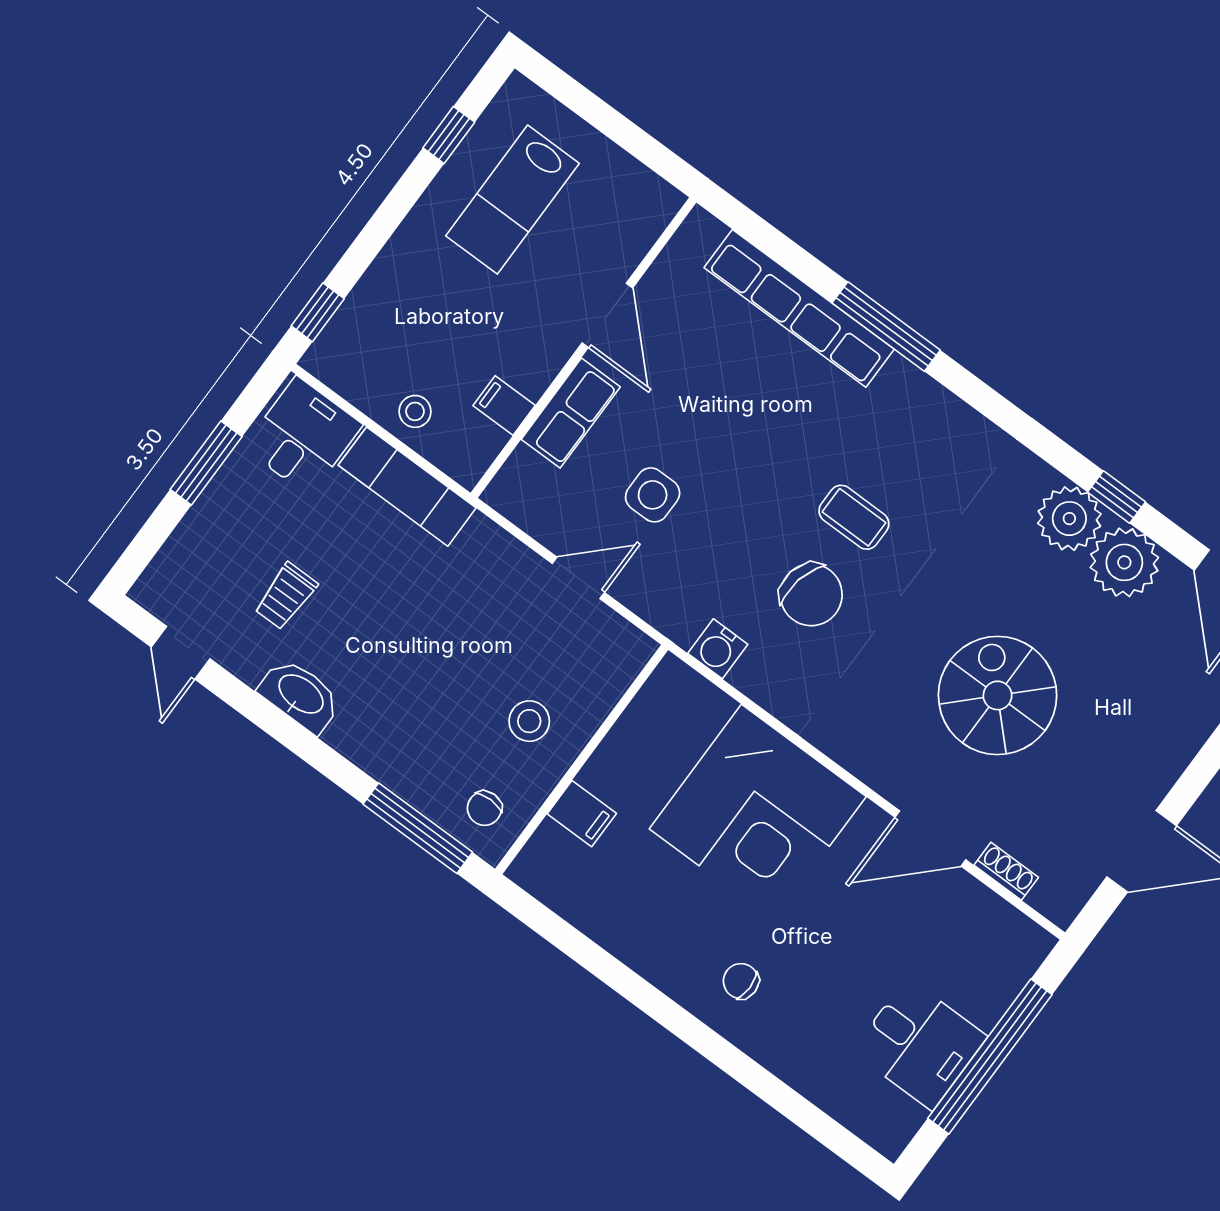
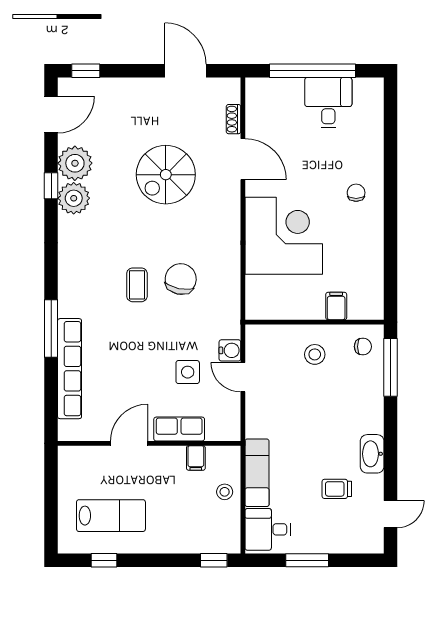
trolley: (286, 596) -> (337, 489), turned 180
water cooler: (718, 649) -> (230, 350), moved
chair: (741, 981) -> (356, 193), turned 180

